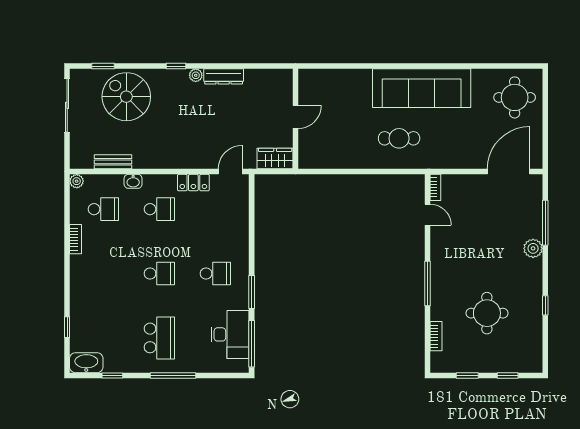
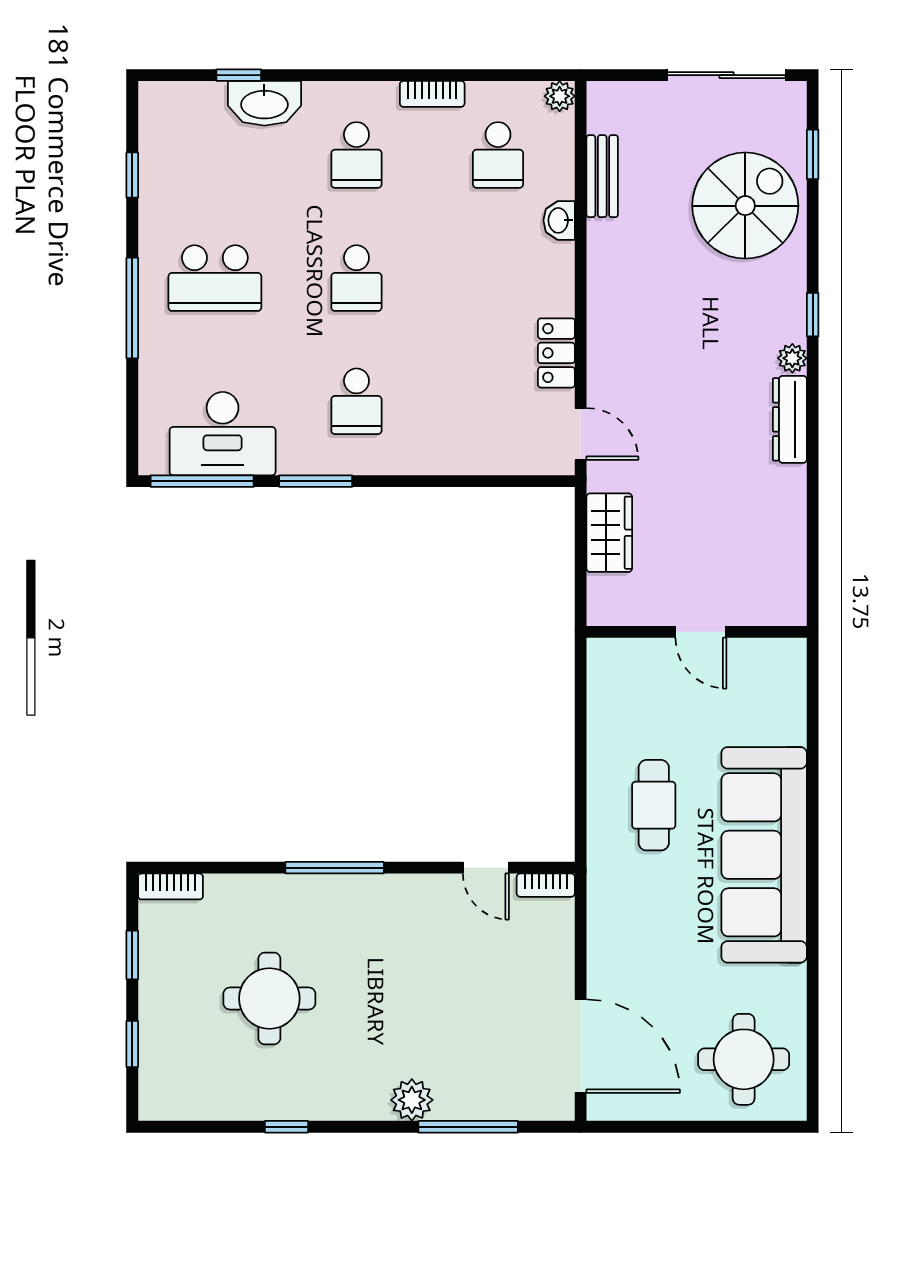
door: (296, 117) -> (701, 632), moved
wall: (296, 119) -> (697, 632), moved
school desk: (159, 209) -> (356, 155), moved
door: (427, 215) -> (486, 868), hinge flipped
bookcase: (436, 336) -> (170, 886), moved
washbasin: (86, 363) -> (264, 103), moved, turned 90

